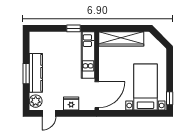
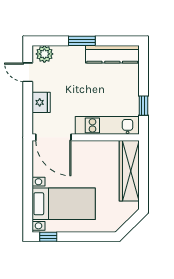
kitchen counter: (36, 73) -> (112, 54), moved

